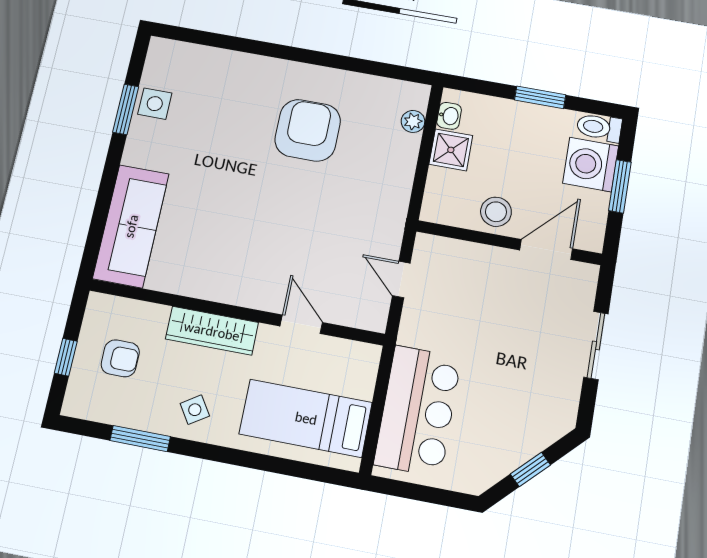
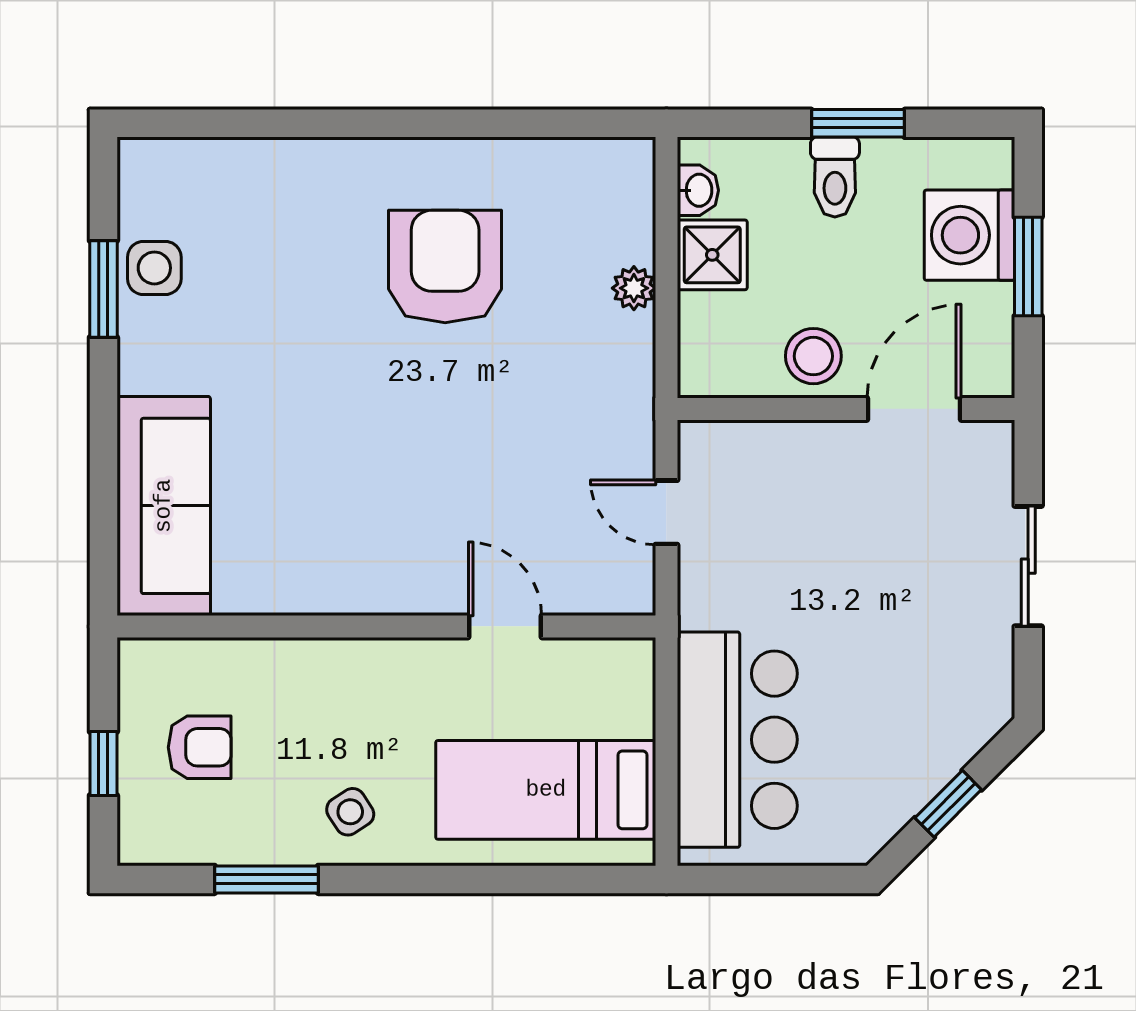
plant: (413, 121) -> (634, 288), moved
toilet: (599, 127) -> (835, 177), moved, turned -90
wardrobe: (212, 331) -> (350, 668), removed

